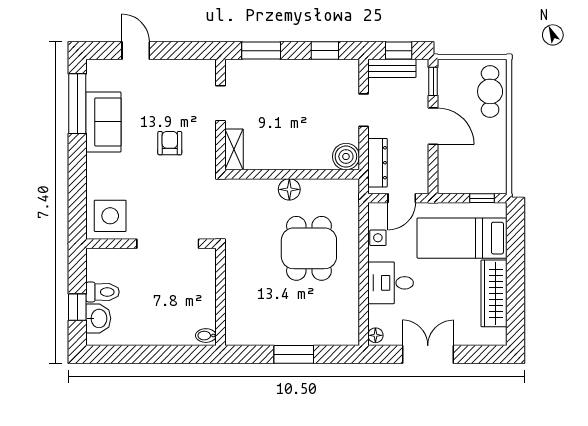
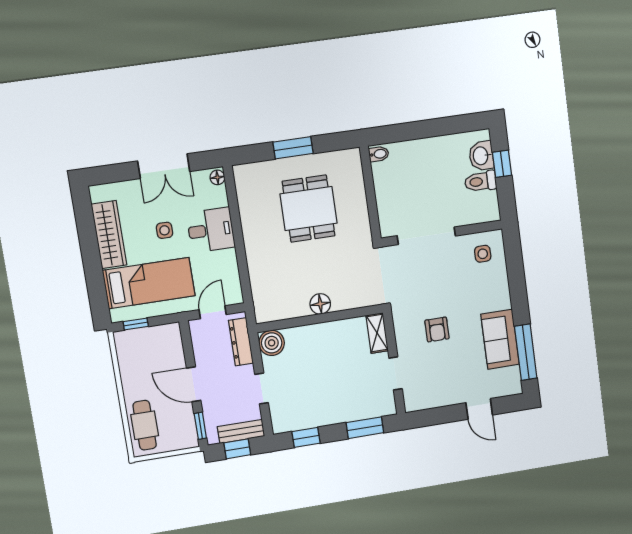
side table: (110, 216) -> (483, 254), width x0.54, depth x0.54
side table: (378, 238) -> (165, 230), moved
dining table: (309, 248) -> (309, 209), moved

